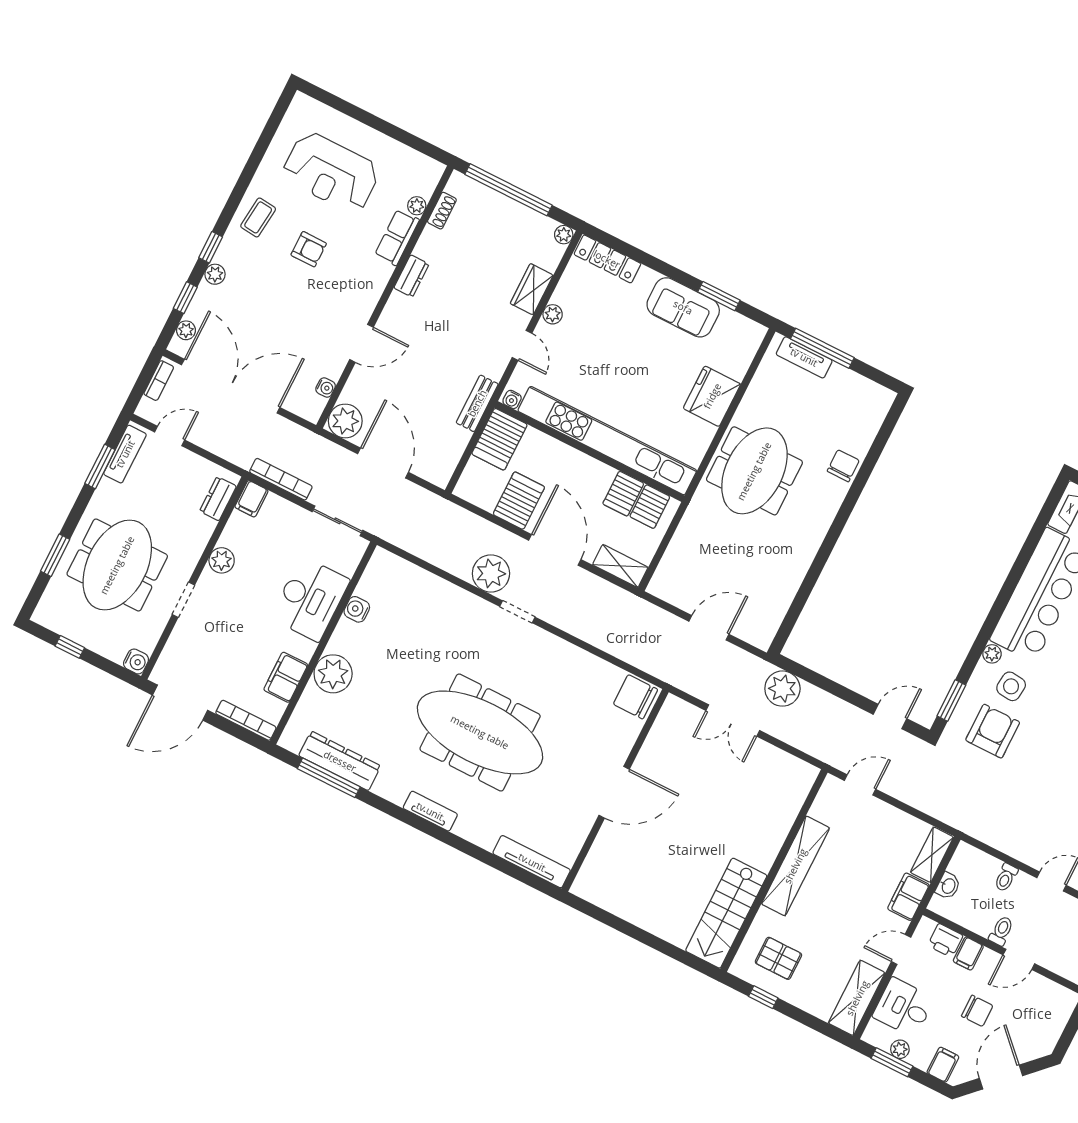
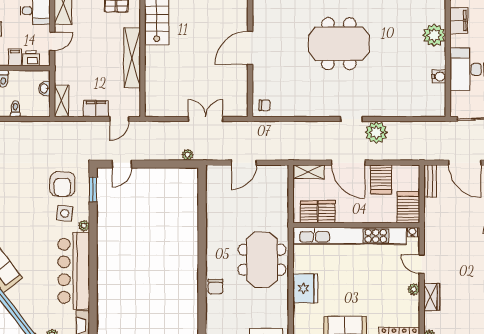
bench: (477, 403) -> (430, 181), moved
plant: (782, 689) -> (188, 155), width x0.53, depth x0.53
chair: (635, 697) -> (265, 105), width x0.54, depth x0.54
meeting table: (480, 732) -> (339, 44), width x0.73
filing cabinet: (908, 897) -> (96, 109), moved, turned -90

